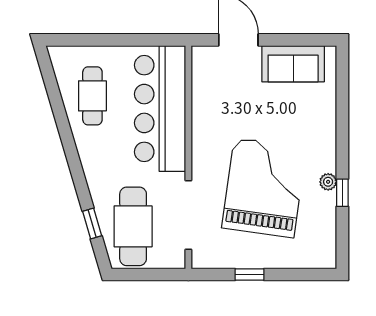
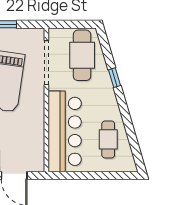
window: (92, 224) -> (114, 78), moved

